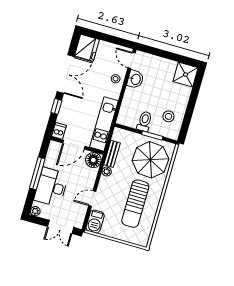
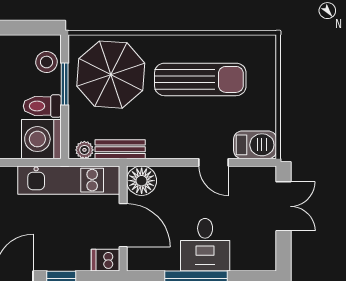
washing machine: (128, 116) -> (41, 139), added
stool: (168, 116) -> (46, 62), moved
plant: (107, 172) -> (84, 150), moved
desk: (51, 187) -> (205, 245), width x0.73
plant: (35, 211) -> (267, 262), removed

